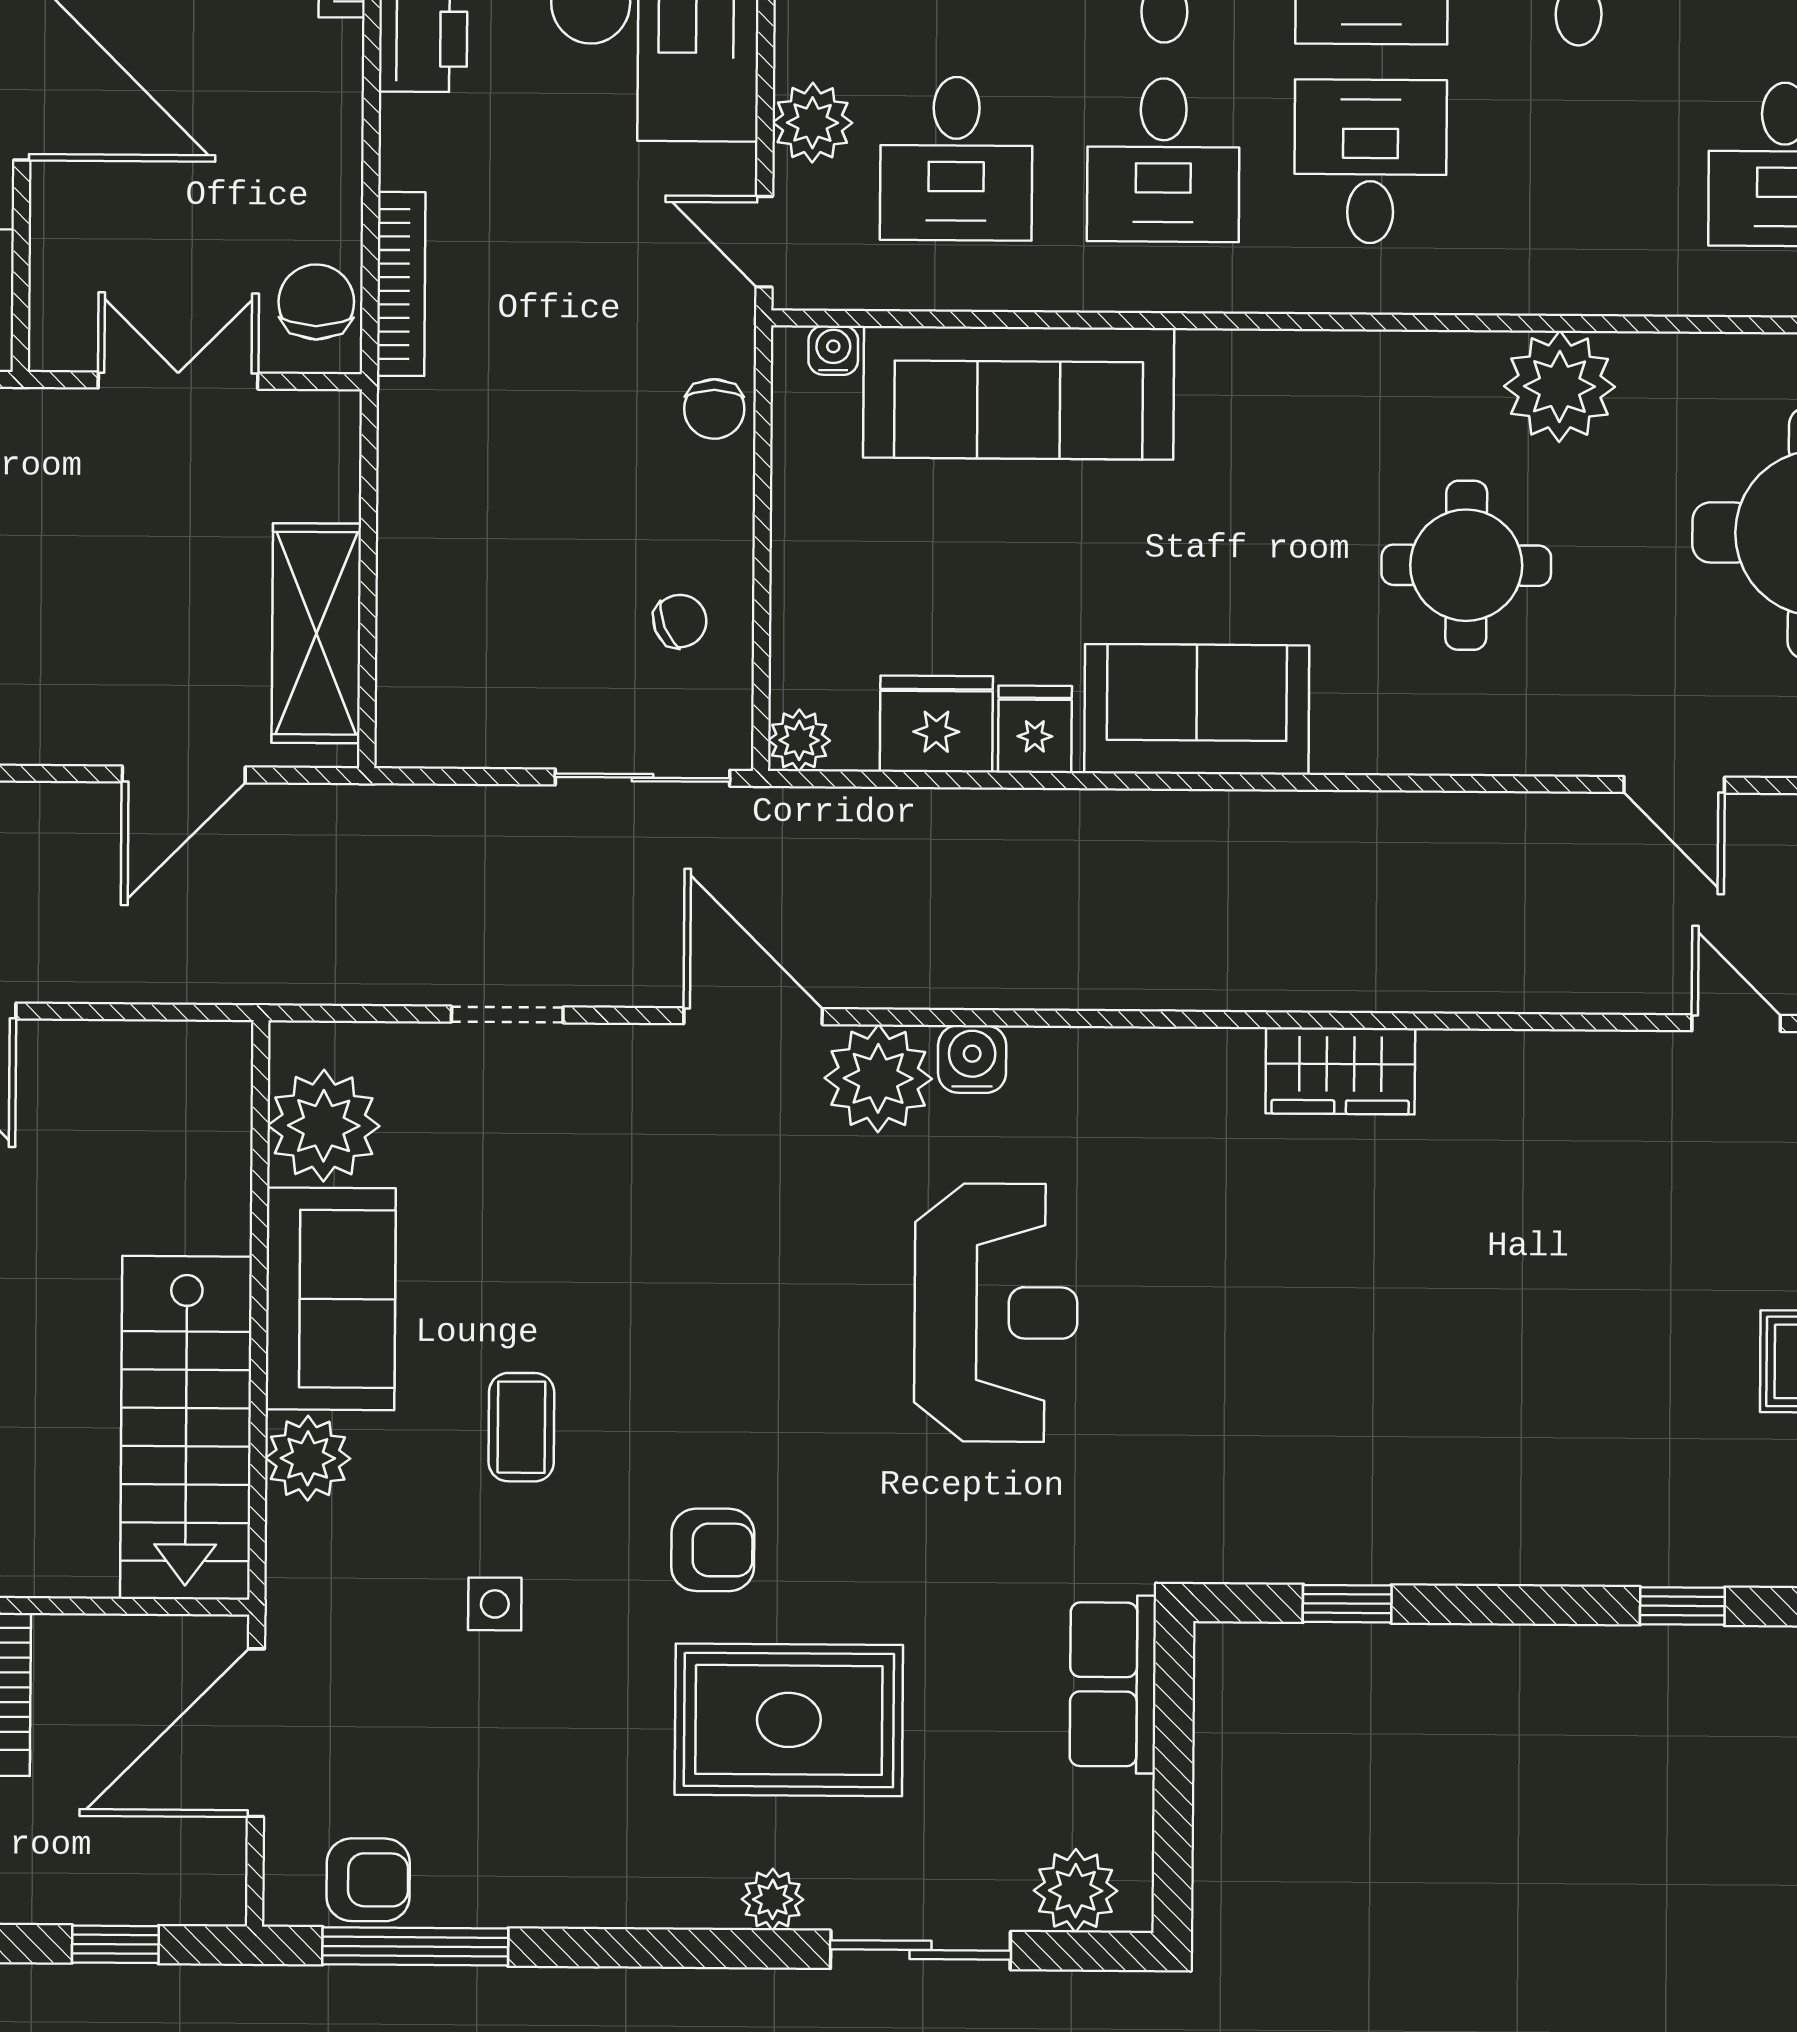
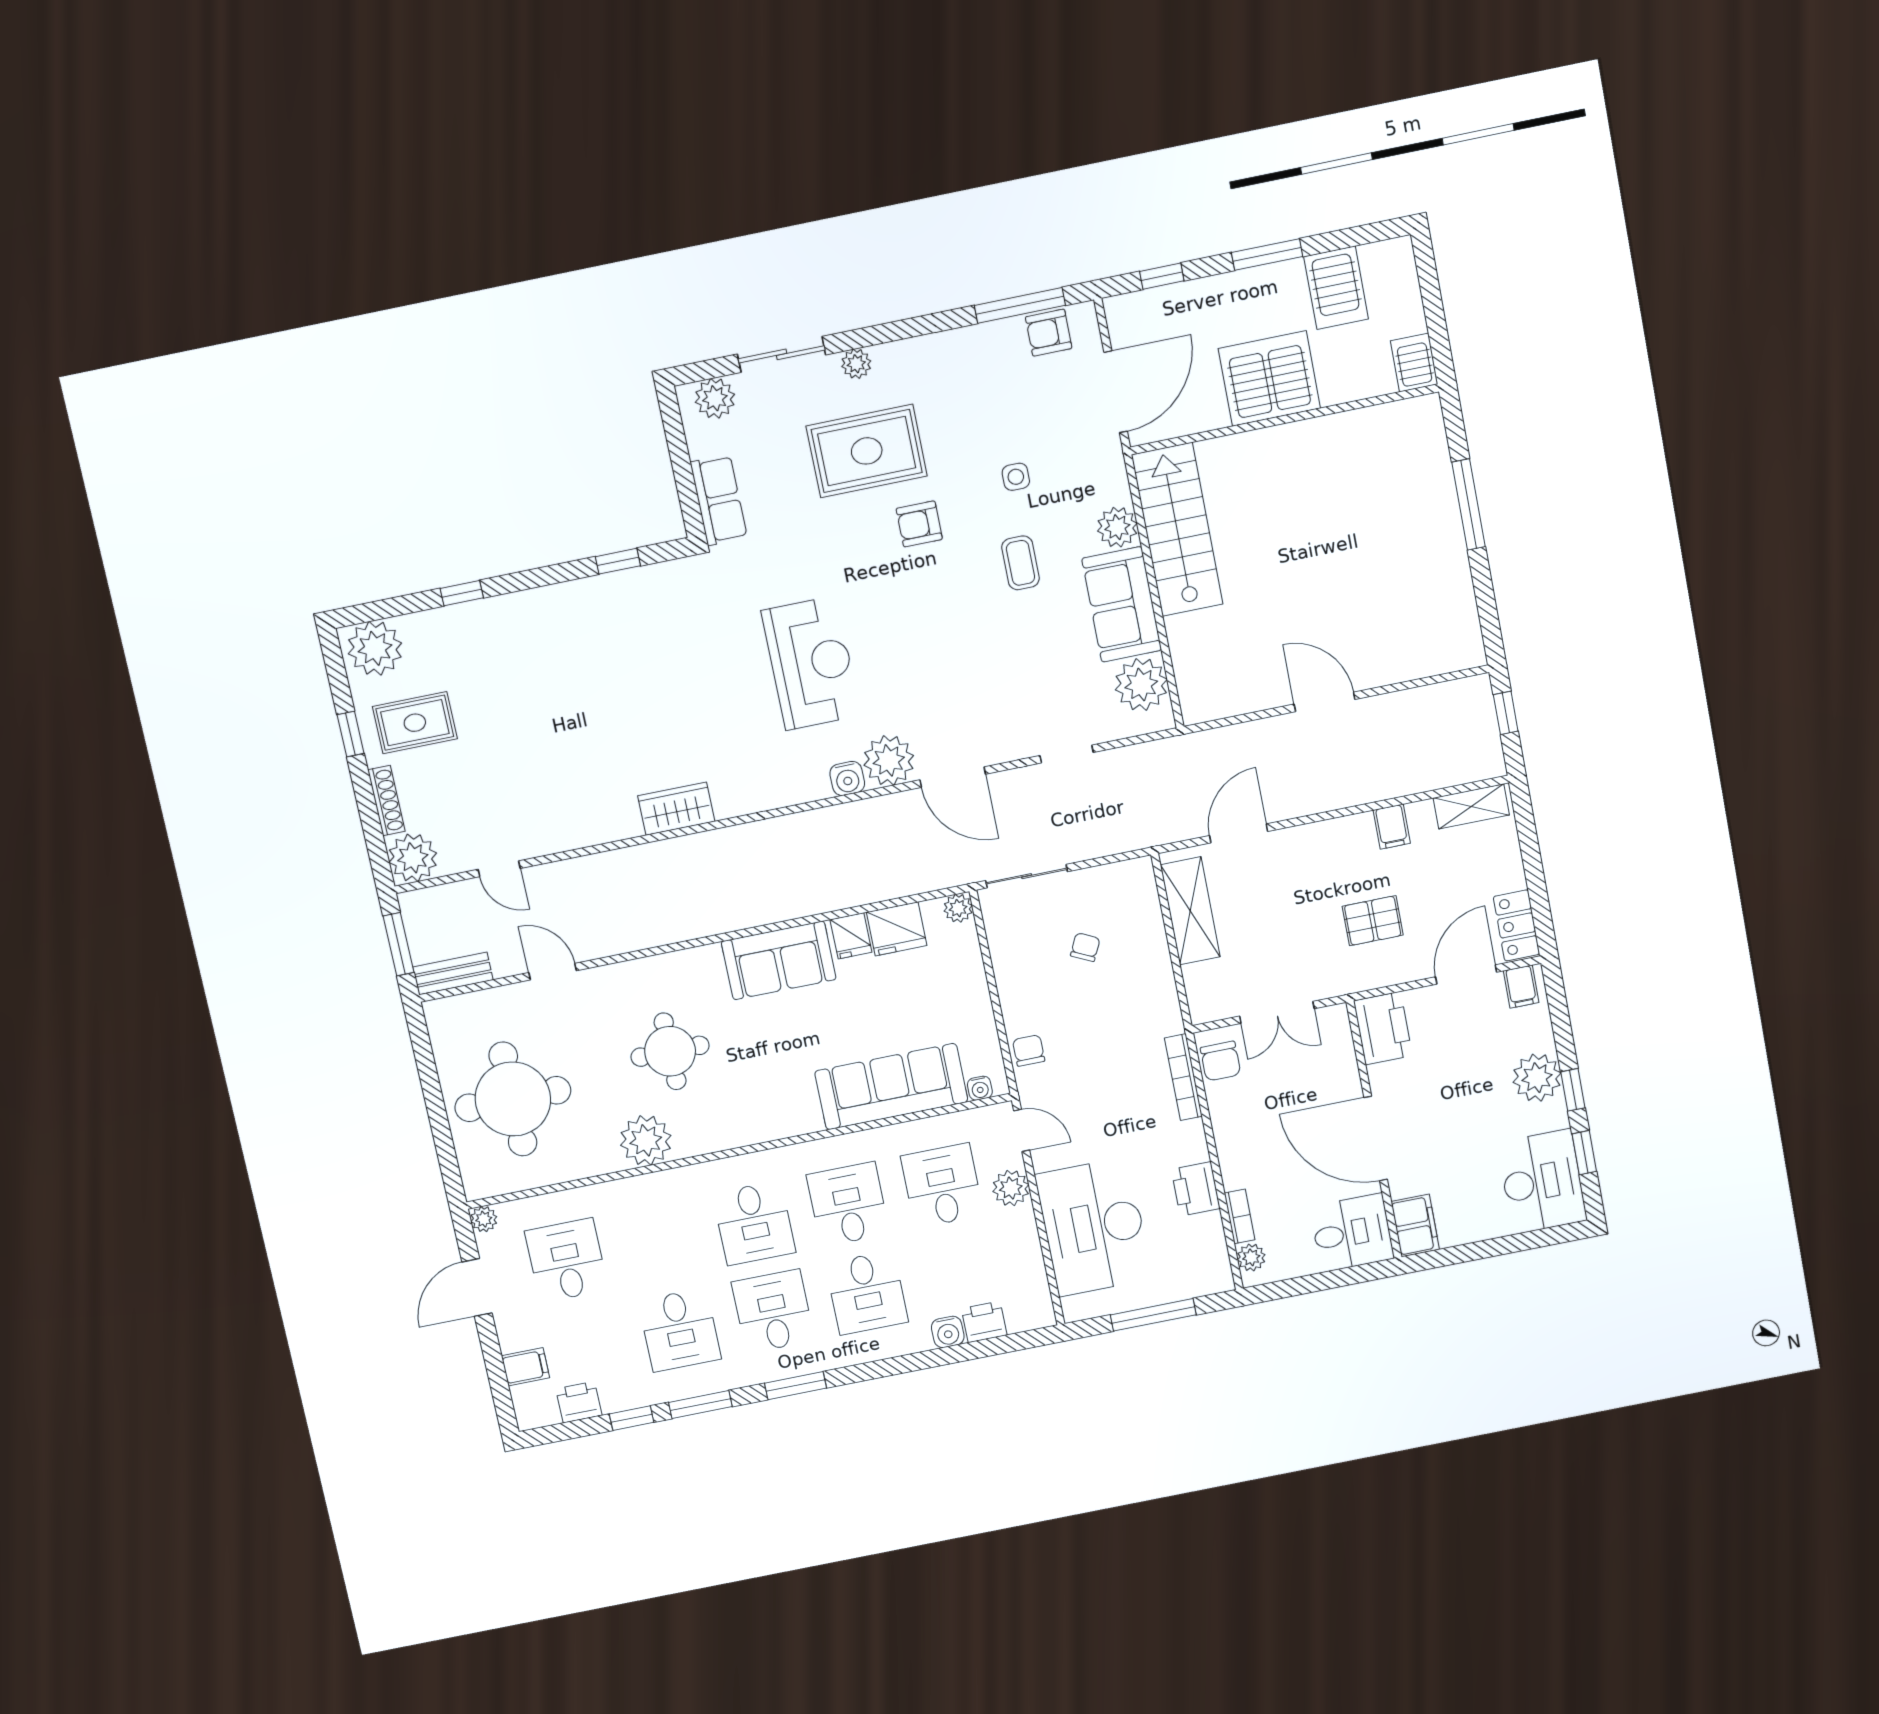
chair: (680, 621) -> (1085, 947), moved, turned 138
reception desk: (996, 1313) -> (811, 663), turned 180

